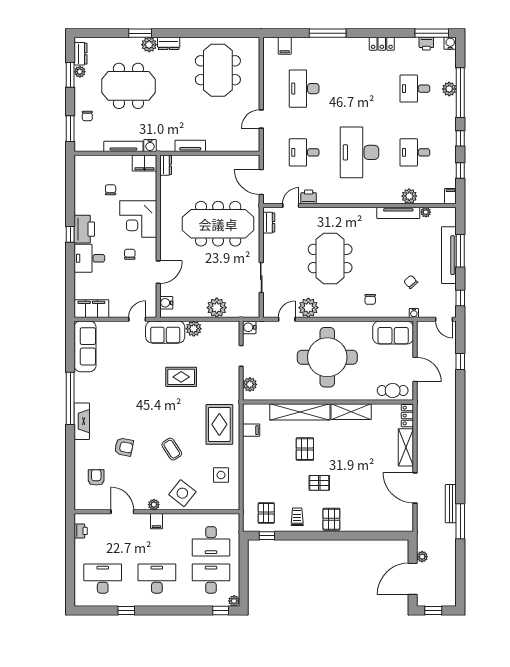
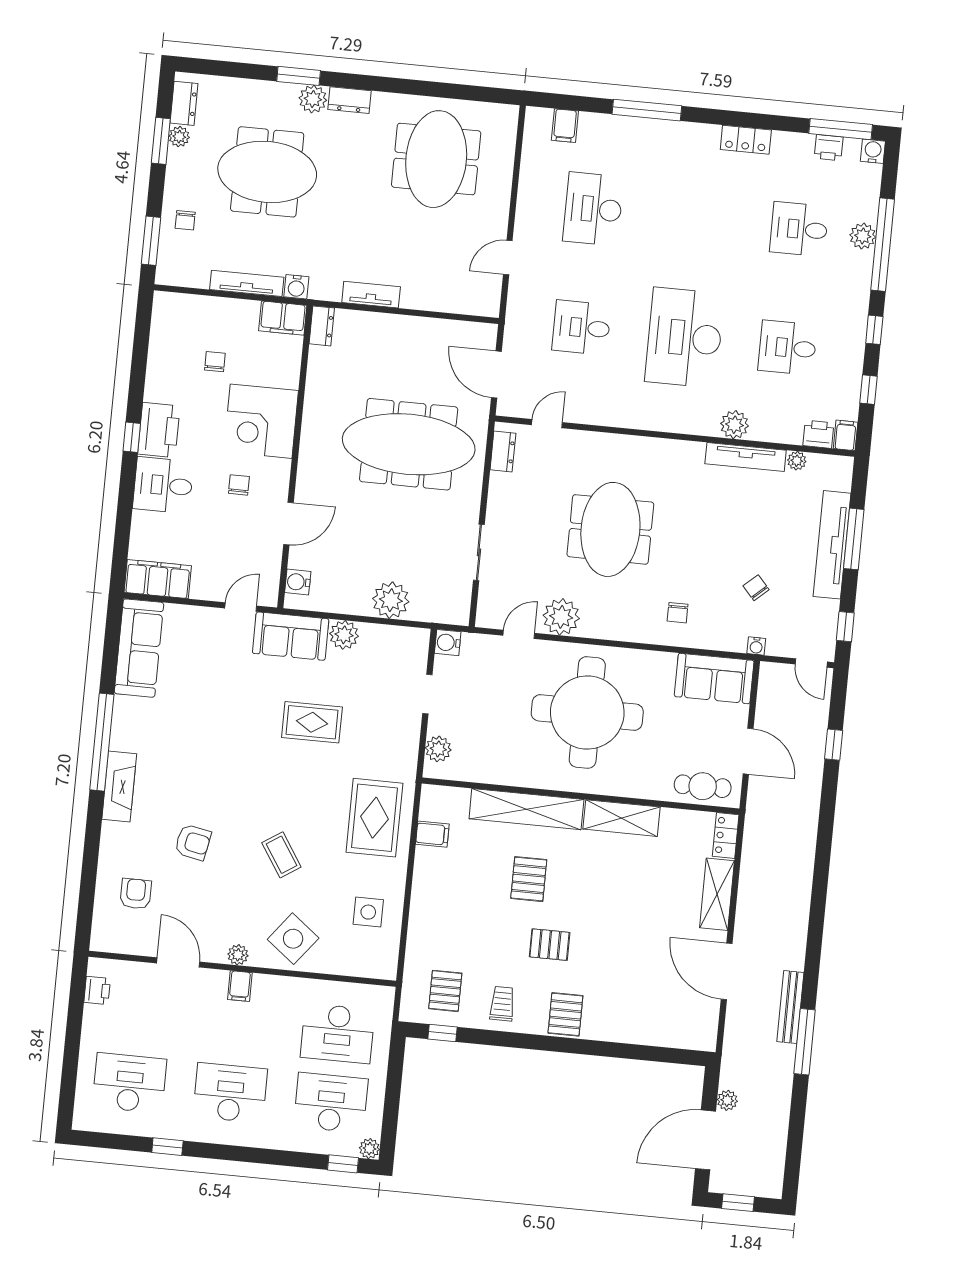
plant: (409, 196) -> (734, 425), moved
printer: (309, 197) -> (818, 434), moved

